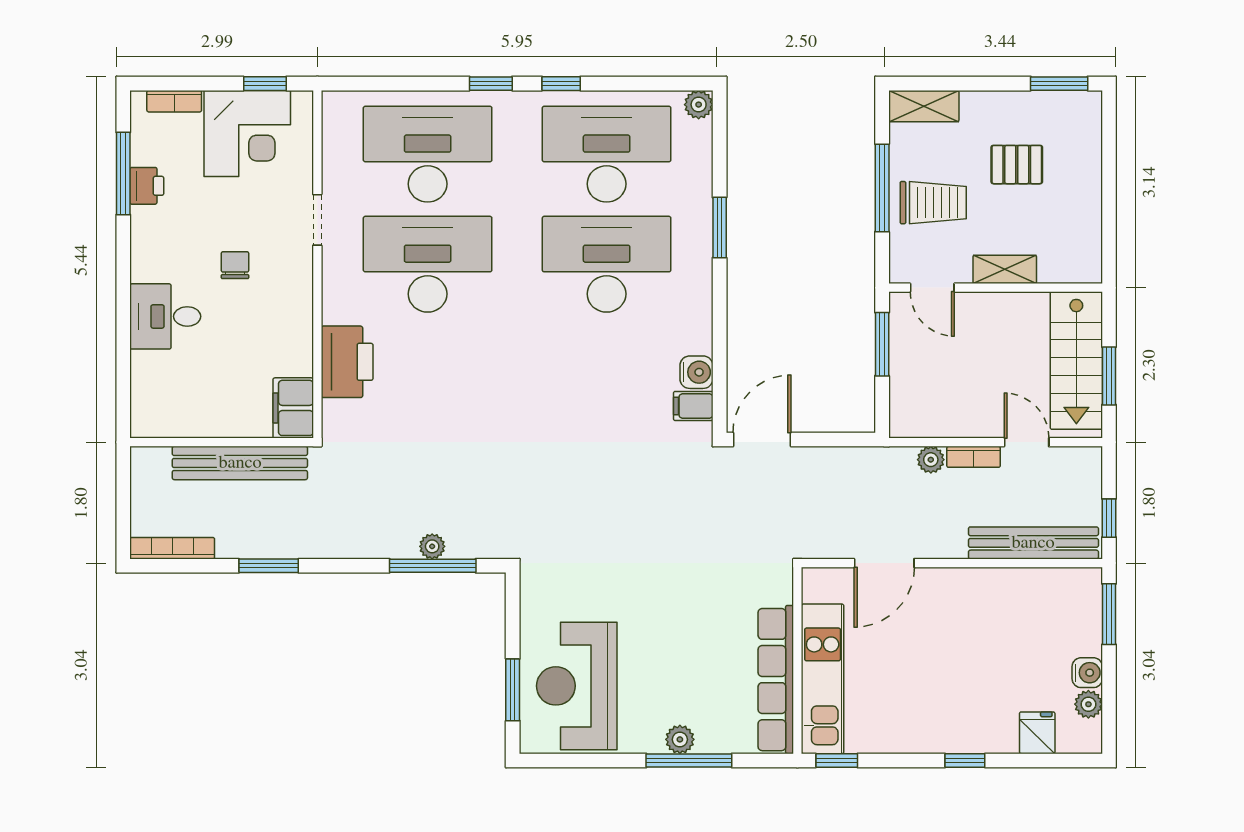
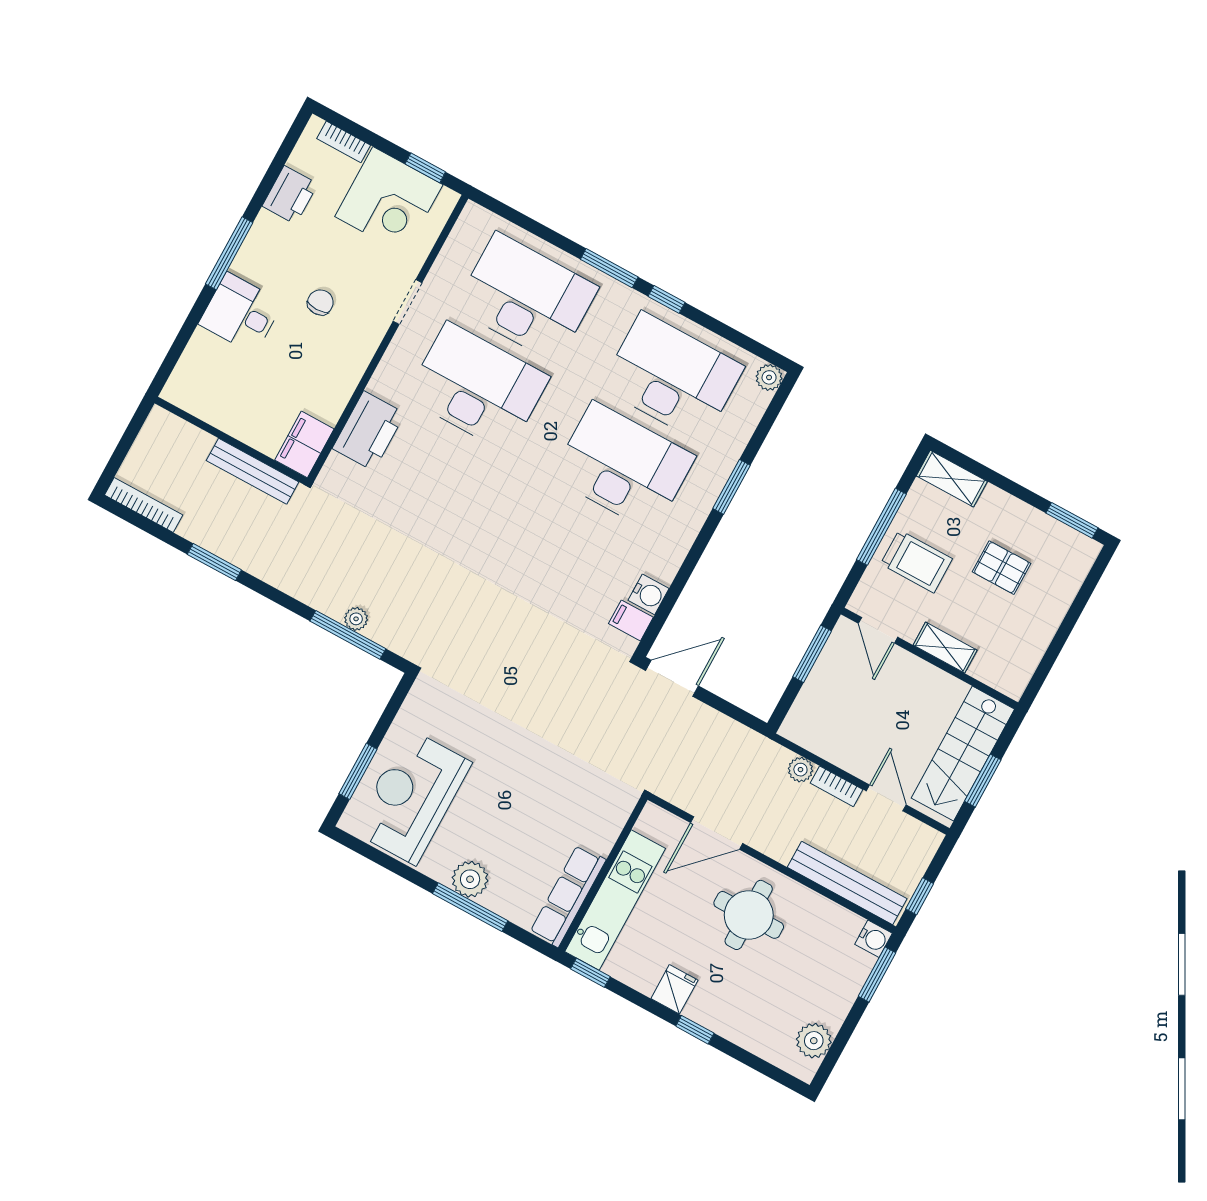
window: (491, 84) -> (609, 268), width x1.50
window: (123, 173) -> (229, 253), moved
printer: (147, 186) -> (290, 195), width x1.36, depth x1.24
bench: (240, 463) -> (253, 471), width x0.73, depth x0.82
round table: (957, 624) -> (749, 915), added
water cooler: (1087, 673) -> (873, 939), moved
row of seats: (776, 680) -> (568, 896), width x0.73
plant: (1088, 704) -> (814, 1041), width x1.38, depth x1.38
fridge: (1037, 733) -> (674, 989), moved
plant: (680, 739) -> (470, 879), width x1.38, depth x1.38

